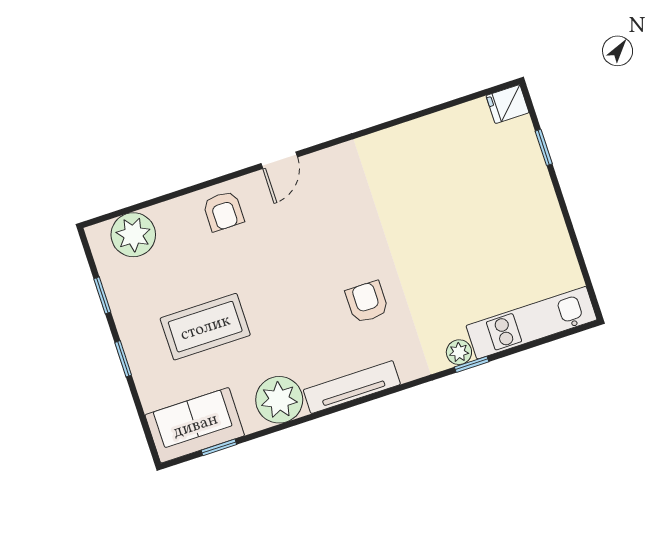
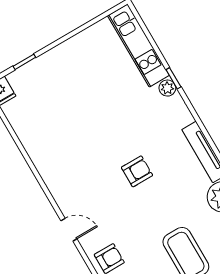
armchair: (367, 302) -> (137, 171), moved, turned 180

